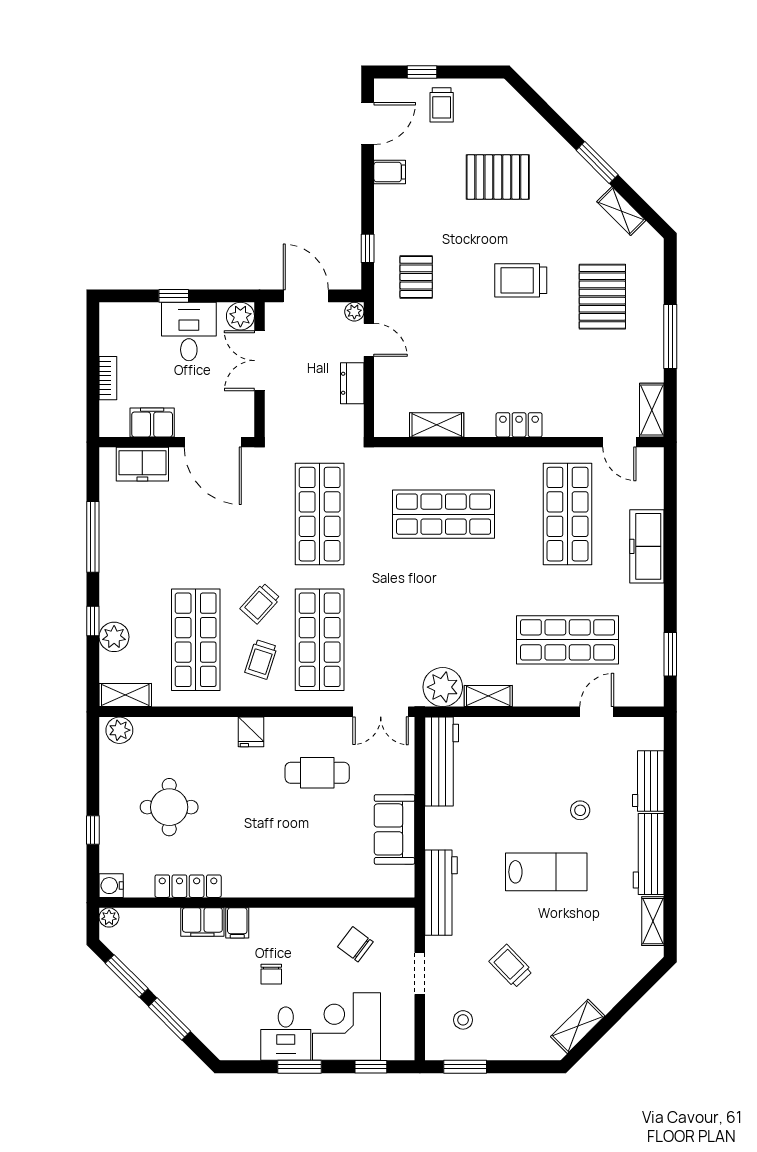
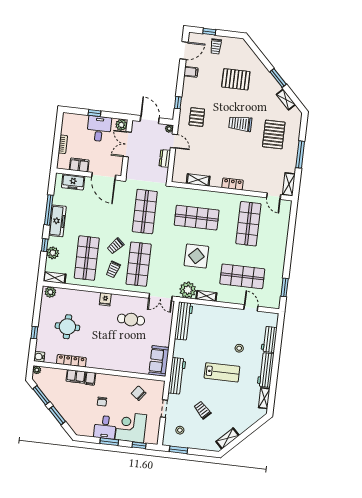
freezer: (647, 546) -> (57, 221), moved, turned 180
display table: (454, 605) -> (196, 256), added
door: (597, 712) -> (251, 308), hinge flipped
sofa: (394, 829) -> (159, 361), moved

